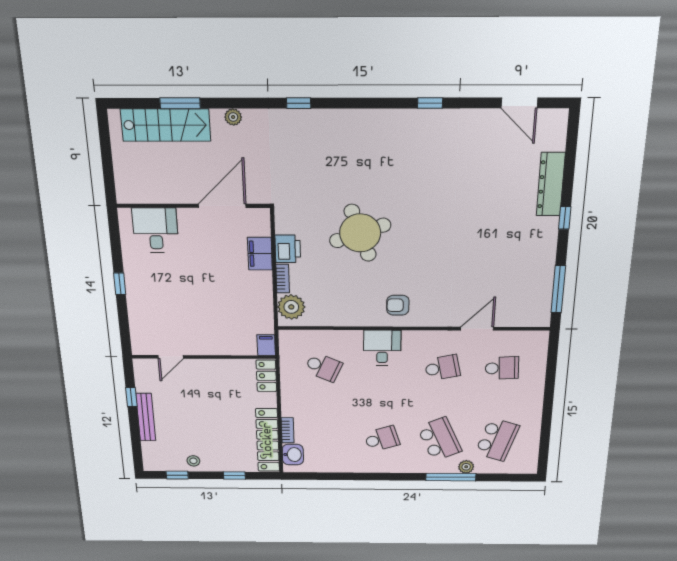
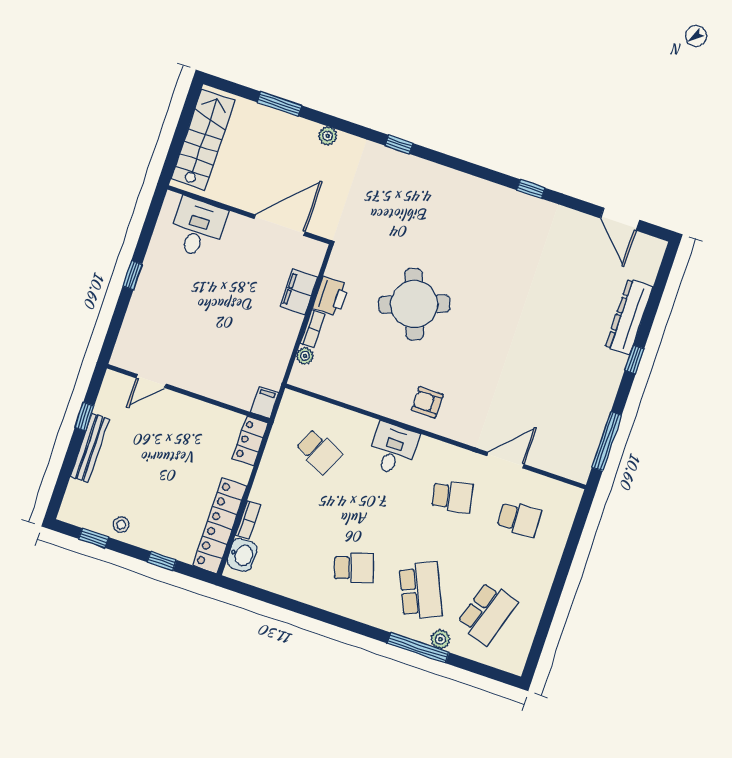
stairs: (166, 125) -> (203, 140), moved, turned -90
plant: (291, 307) -> (305, 356), width x0.53, depth x0.53

